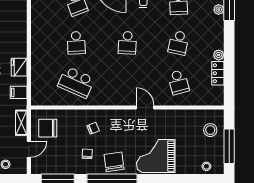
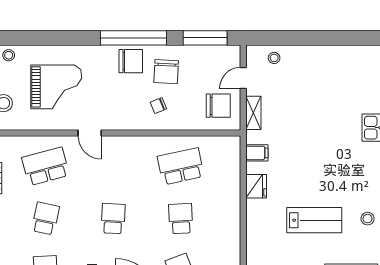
school desk: (76, 82) -> (181, 166), turned -36
school desk: (178, 82) -> (46, 166), width x1.85
chair: (87, 154) -> (166, 72), width x1.87, depth x1.87
grand piano: (156, 156) -> (56, 87), moved
chair: (114, 162) -> (131, 61), turned -82

